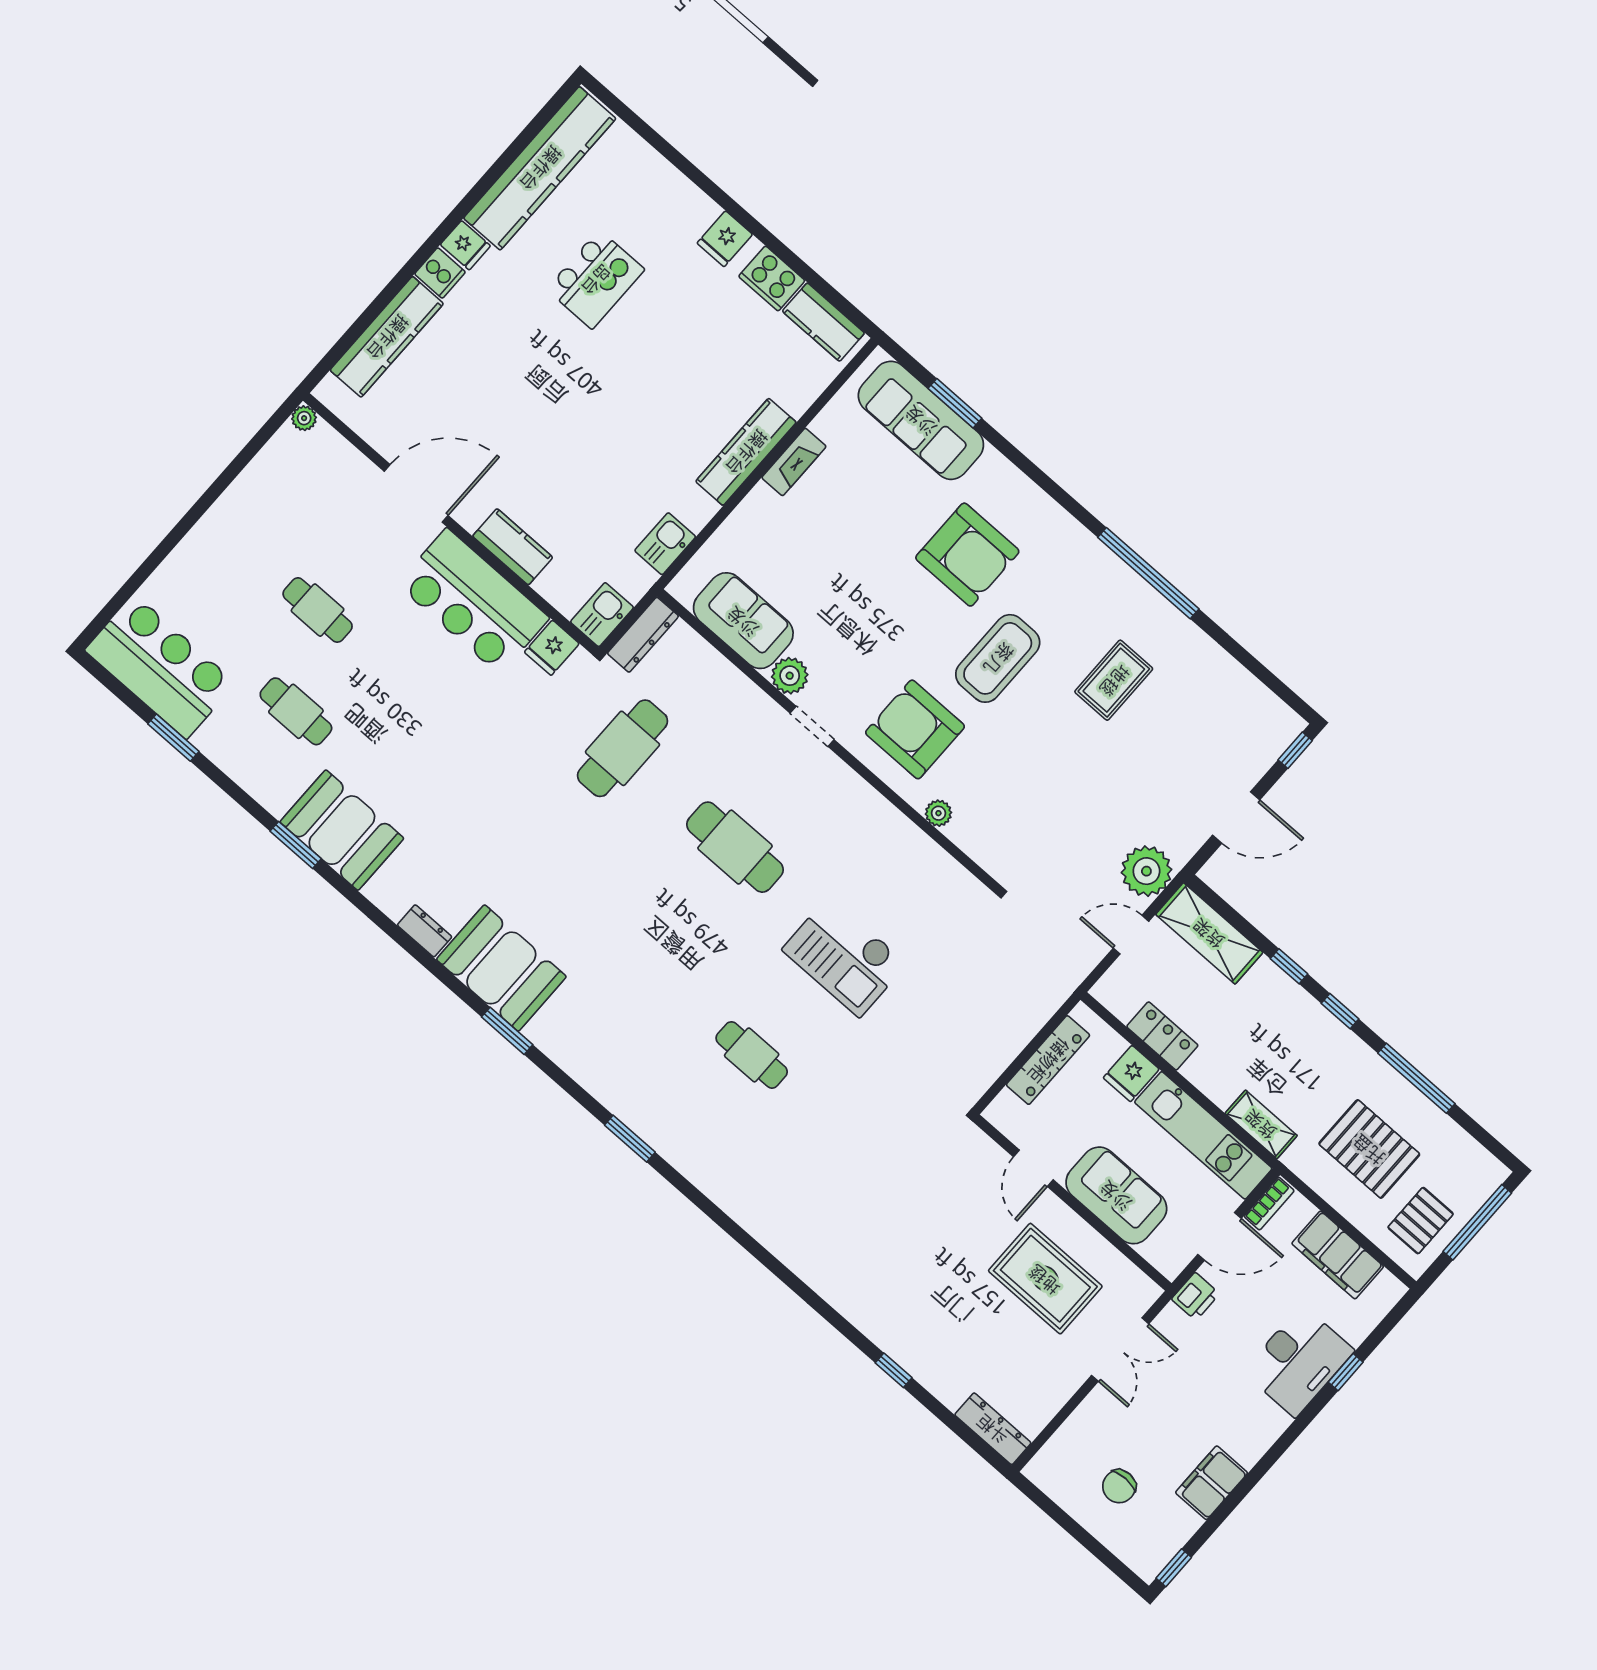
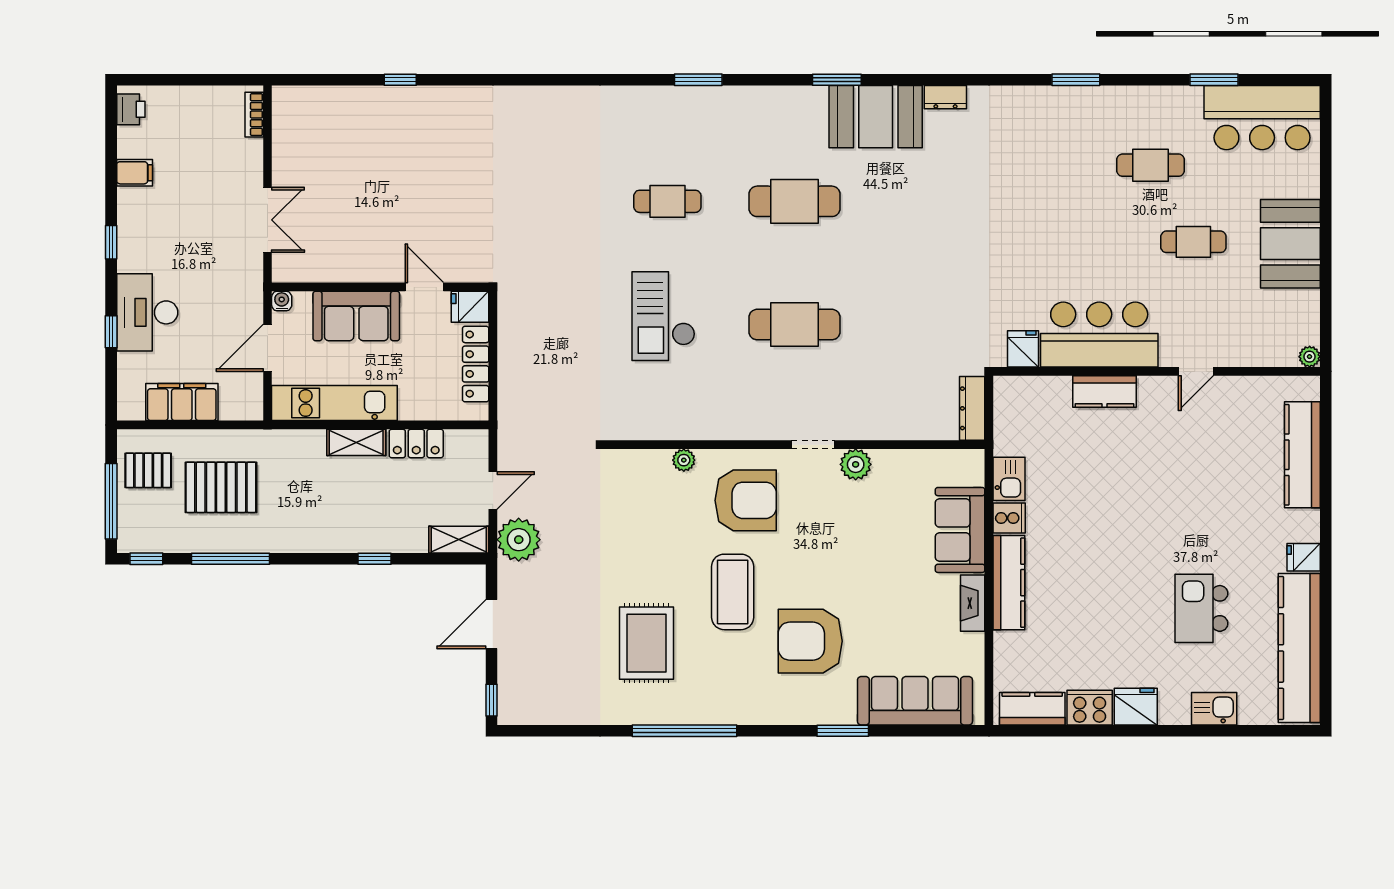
fridge: (725, 239) -> (1136, 707), width x1.38
cooker: (440, 273) -> (1009, 518), moved, turned 180
window: (955, 403) -> (843, 731), moved
door: (416, 493) -> (1196, 371), width x0.53
kitchen sink: (602, 615) -> (1214, 709), moved, turned -90
sofa: (743, 621) -> (960, 530), moved, turned 90
rug: (1114, 680) -> (647, 643), width x1.36, depth x1.43
cafe table: (623, 748) -> (794, 201), moved, turned 90
booth: (342, 830) -> (1290, 244), moved, turned 90
shelving: (1209, 933) -> (459, 540), width x0.67, depth x0.75
checkout: (844, 956) -> (663, 316), turned -90
window: (1340, 1011) -> (146, 559), moved
fridge: (1131, 1073) -> (470, 307), moved, turned -90
shelving: (1261, 1124) -> (356, 442), moved
bookcase: (1269, 1204) -> (254, 115), moved
pallet: (1421, 1221) -> (148, 470), turned 90
water cooler: (1171, 1267) -> (282, 301), added
rug: (1045, 1279) -> (355, 223), removed
printer: (1196, 1296) -> (131, 109), moved, turned 180
double door: (1120, 1350) -> (268, 220), swing flipped
dresser: (993, 1429) -> (304, 98), removed
filing cabinet: (1212, 1483) -> (135, 173), width x0.50
chair: (1119, 1486) -> (192, 132), removed
window: (1174, 1568) -> (111, 242), moved

